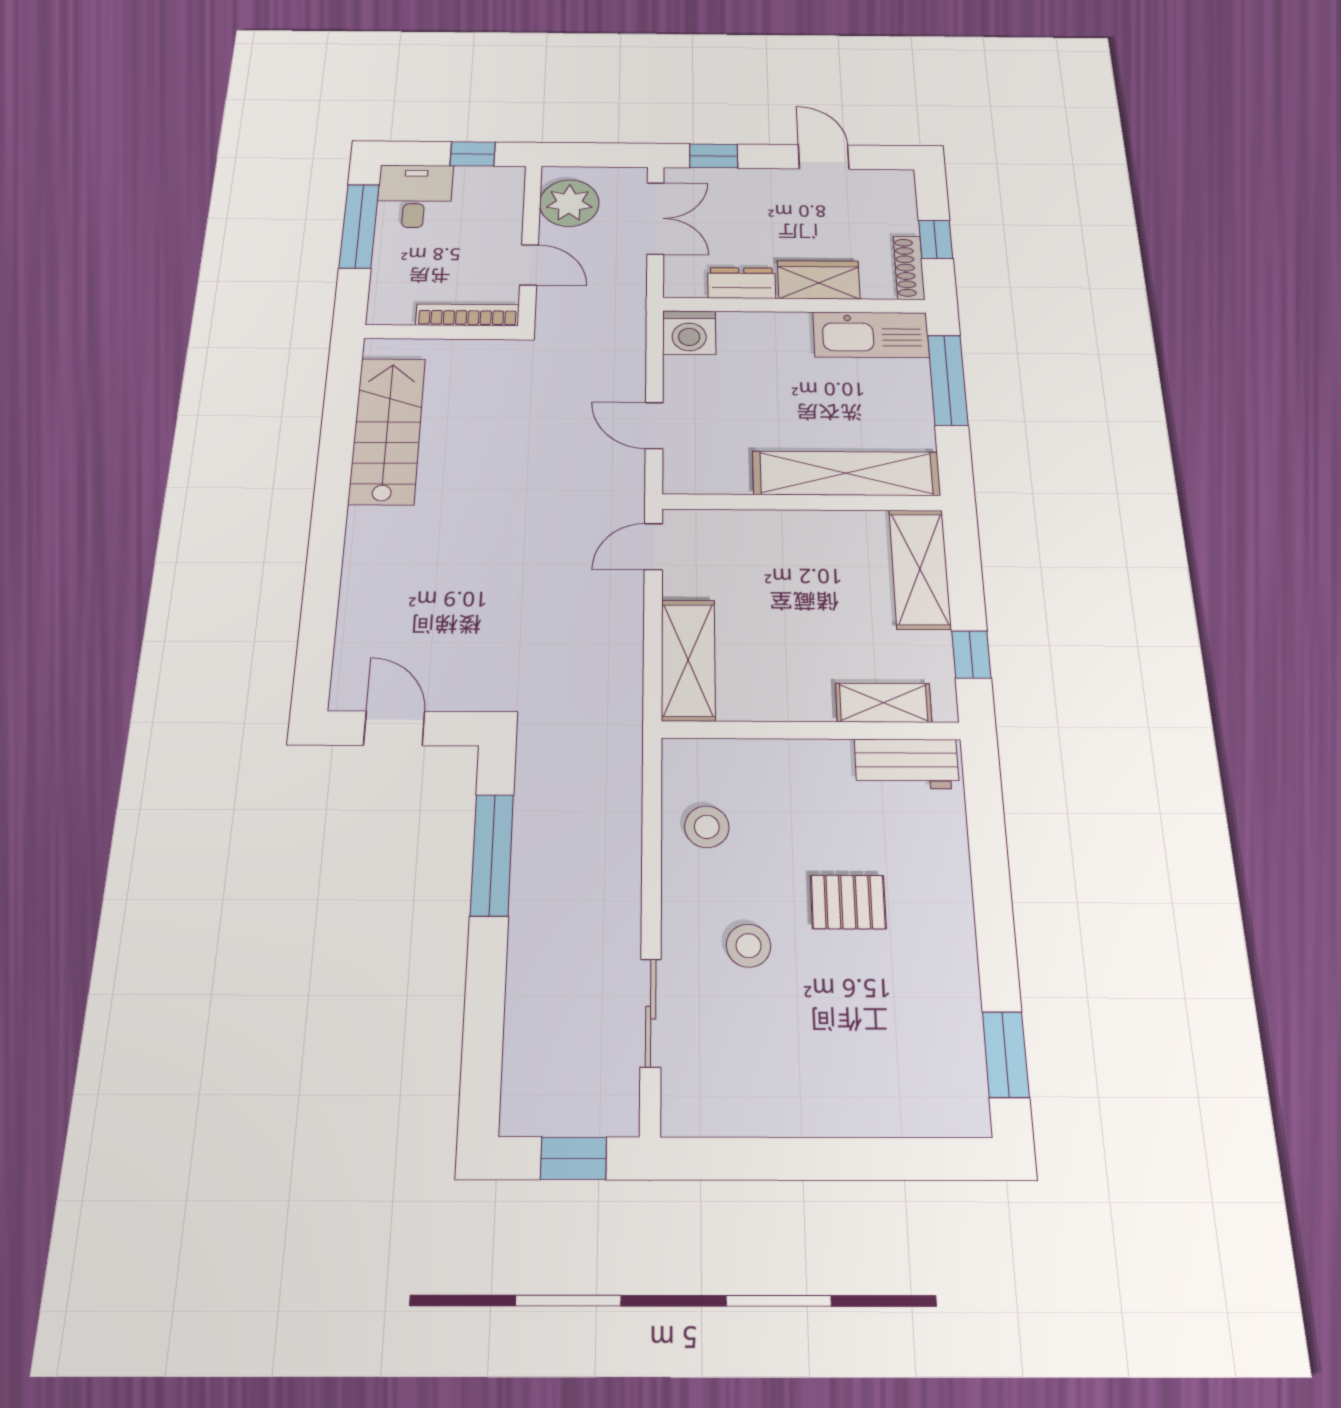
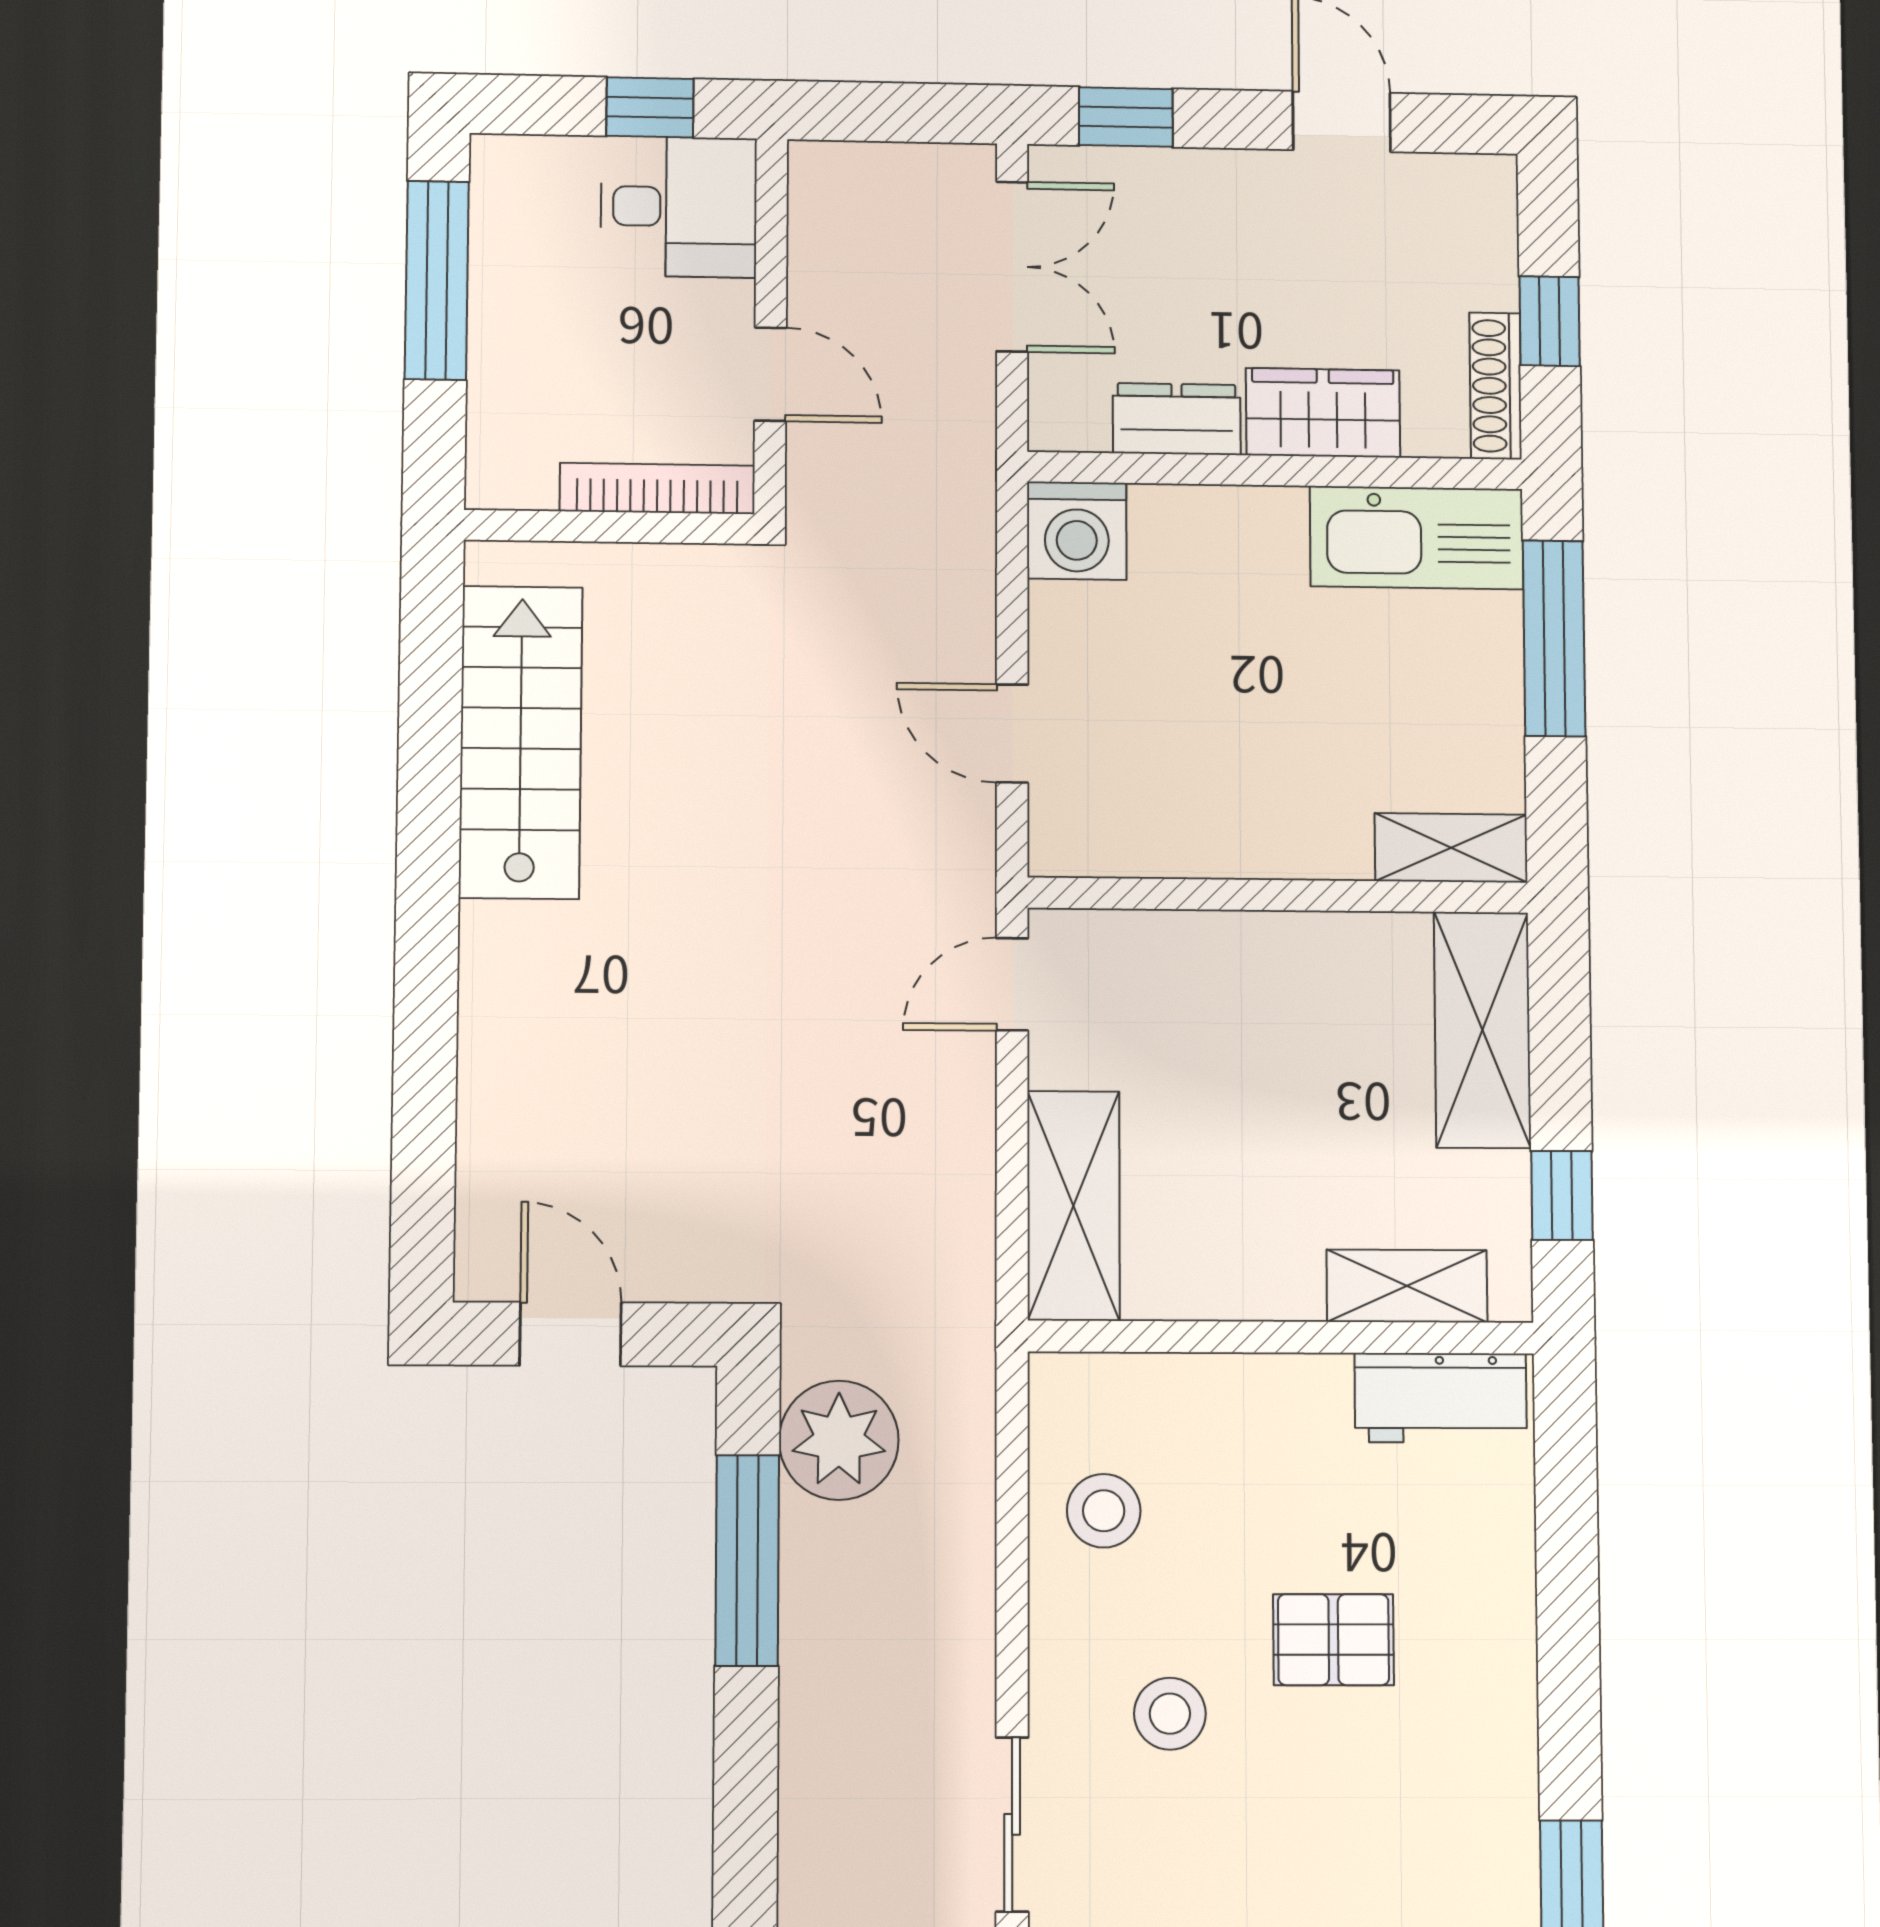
desk: (415, 196) -> (679, 207), moved, turned 90
plant: (569, 203) -> (839, 1440), moved
shelving: (846, 473) -> (1451, 848), width x0.45, depth x0.75

